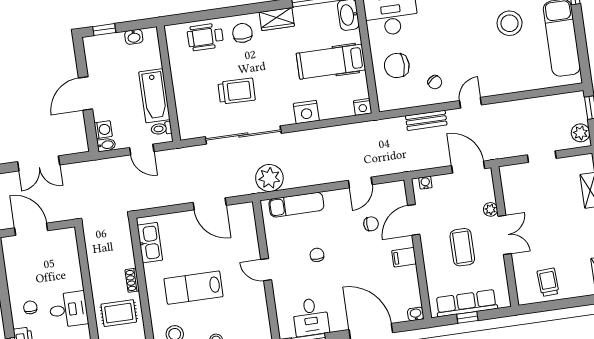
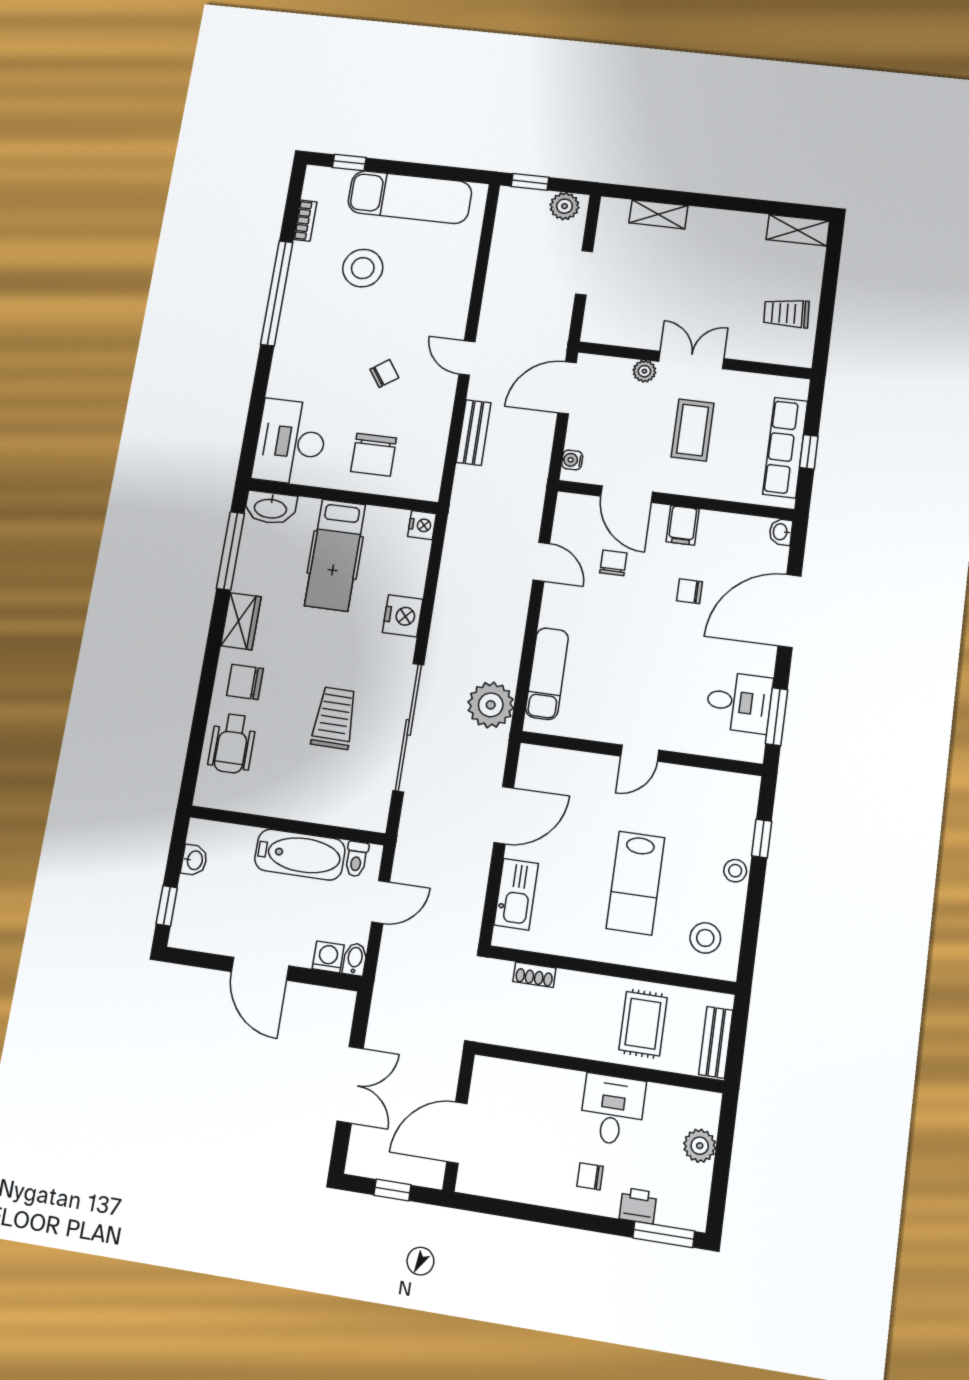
chair: (435, 82) -> (384, 373), moved
kitchen sink: (150, 243) -> (516, 894), moved, turned 90
coffee table: (462, 247) -> (693, 430), turned 90
chair: (317, 255) -> (689, 591), moved
shoe rack: (132, 280) -> (534, 975), moved

